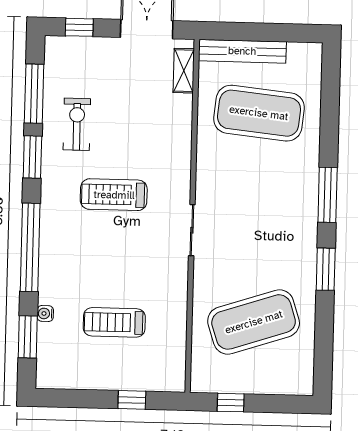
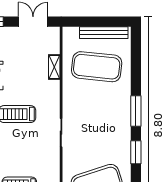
bench: (242, 51) -> (104, 33), moved
shelving: (184, 71) -> (54, 67), moved

